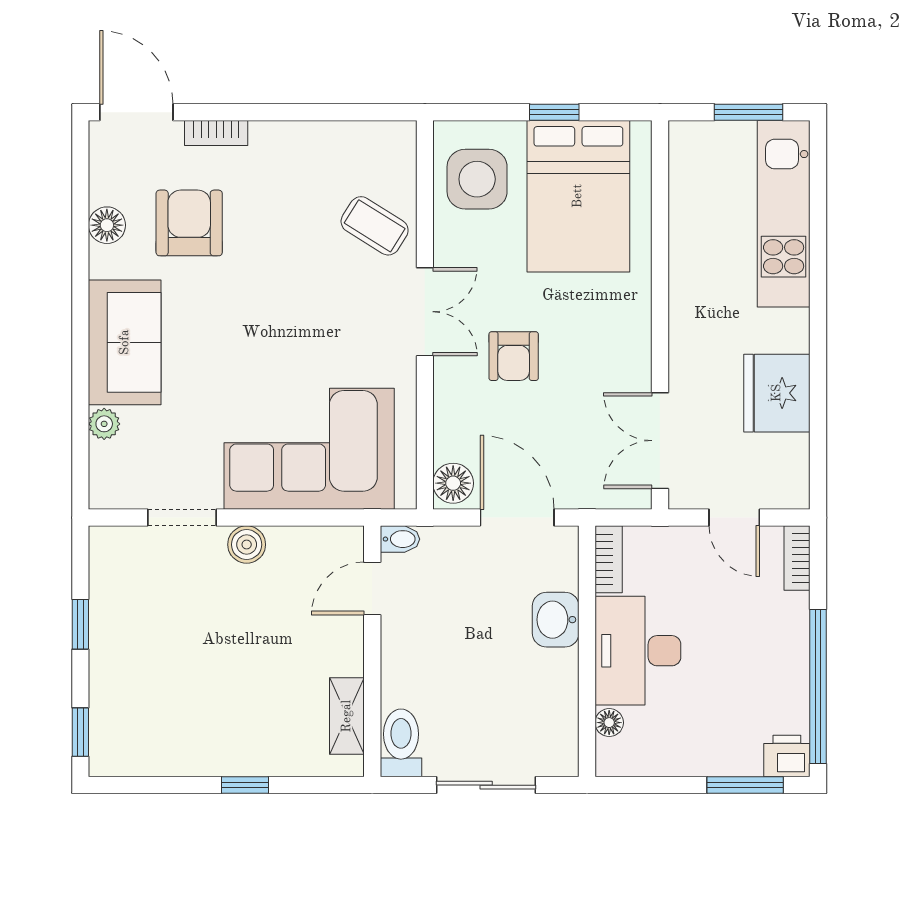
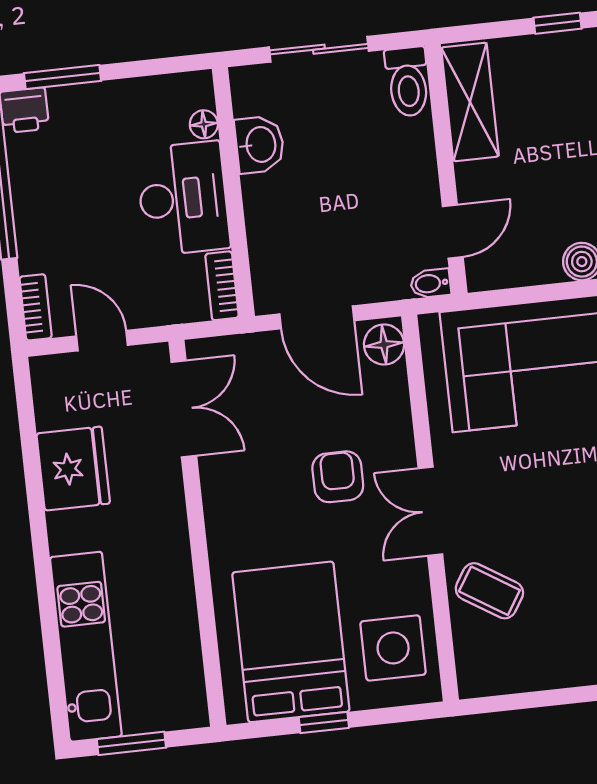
washbasin: (556, 620) -> (260, 145), moved
shelving: (347, 716) -> (470, 102), width x1.50, depth x1.33

